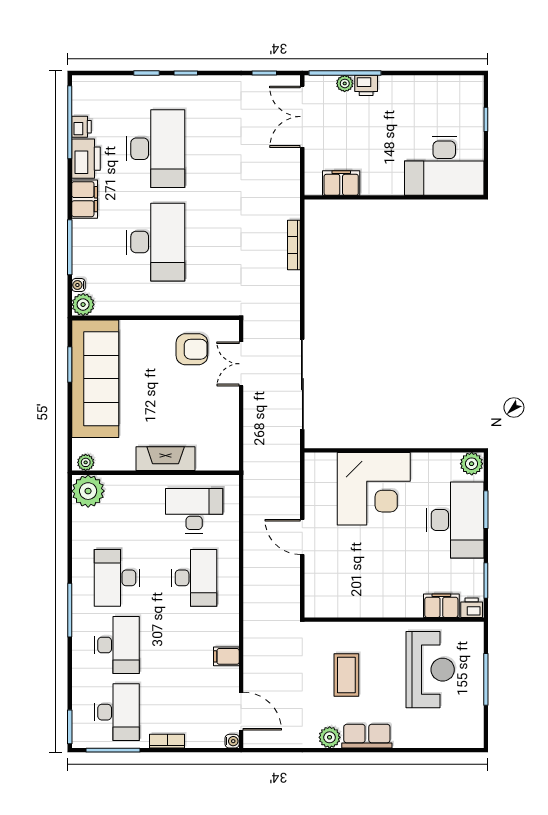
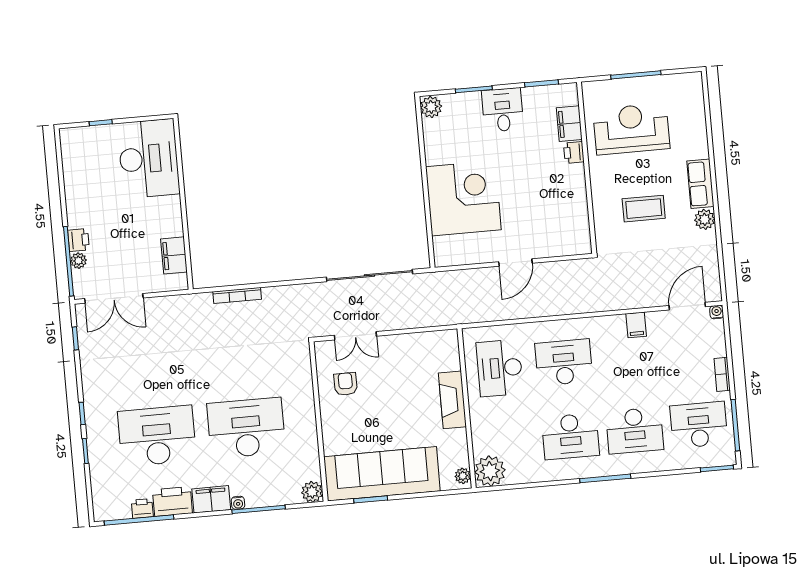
water cooler: (78, 285) -> (238, 503), moved
armchair: (192, 349) -> (346, 384), width x0.72, depth x0.72
desk: (455, 520) -> (503, 110), width x0.53, depth x0.77
printer: (472, 608) -> (574, 152), moved
desk: (117, 645) -> (635, 431), turned 180

